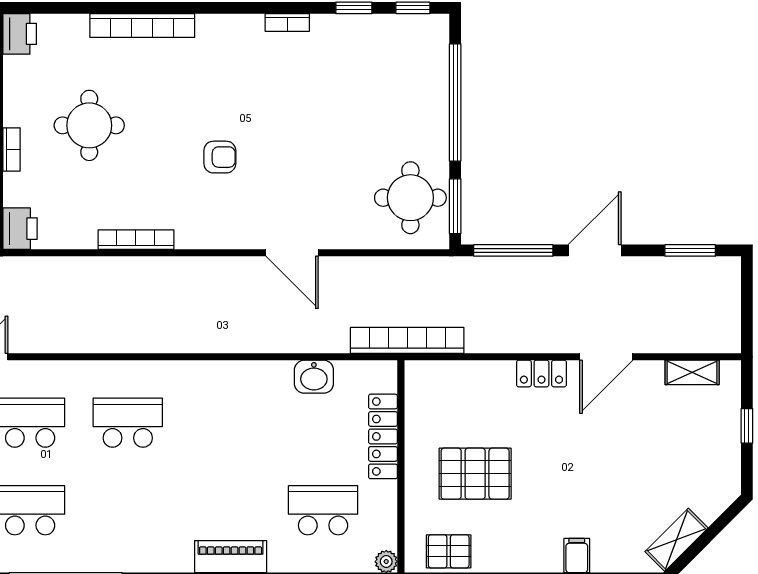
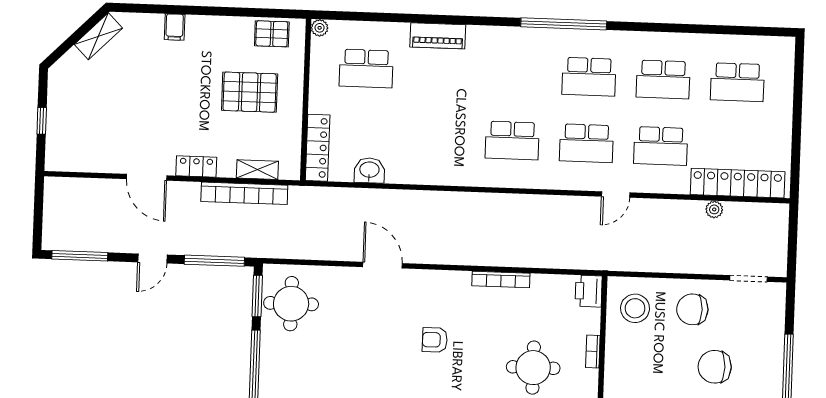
door: (595, 250) -> (152, 258), width x0.73
window: (690, 250) -> (80, 256), width x1.44
bookcase: (407, 340) -> (244, 193), moved
door: (606, 357) -> (147, 177), swing flipped
shelving: (692, 372) -> (257, 170), moved
locker: (383, 436) -> (318, 148), moved

